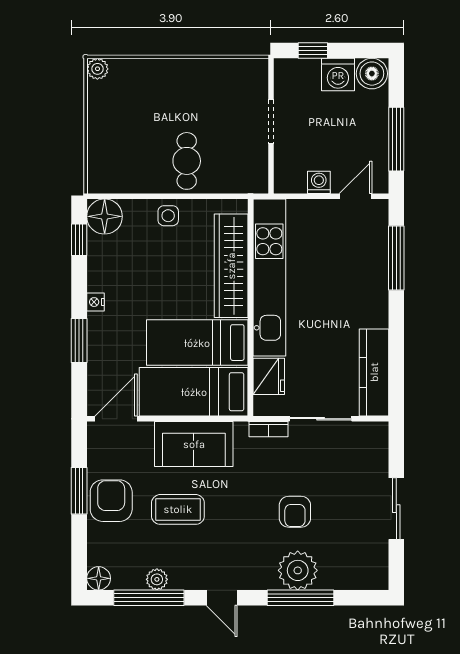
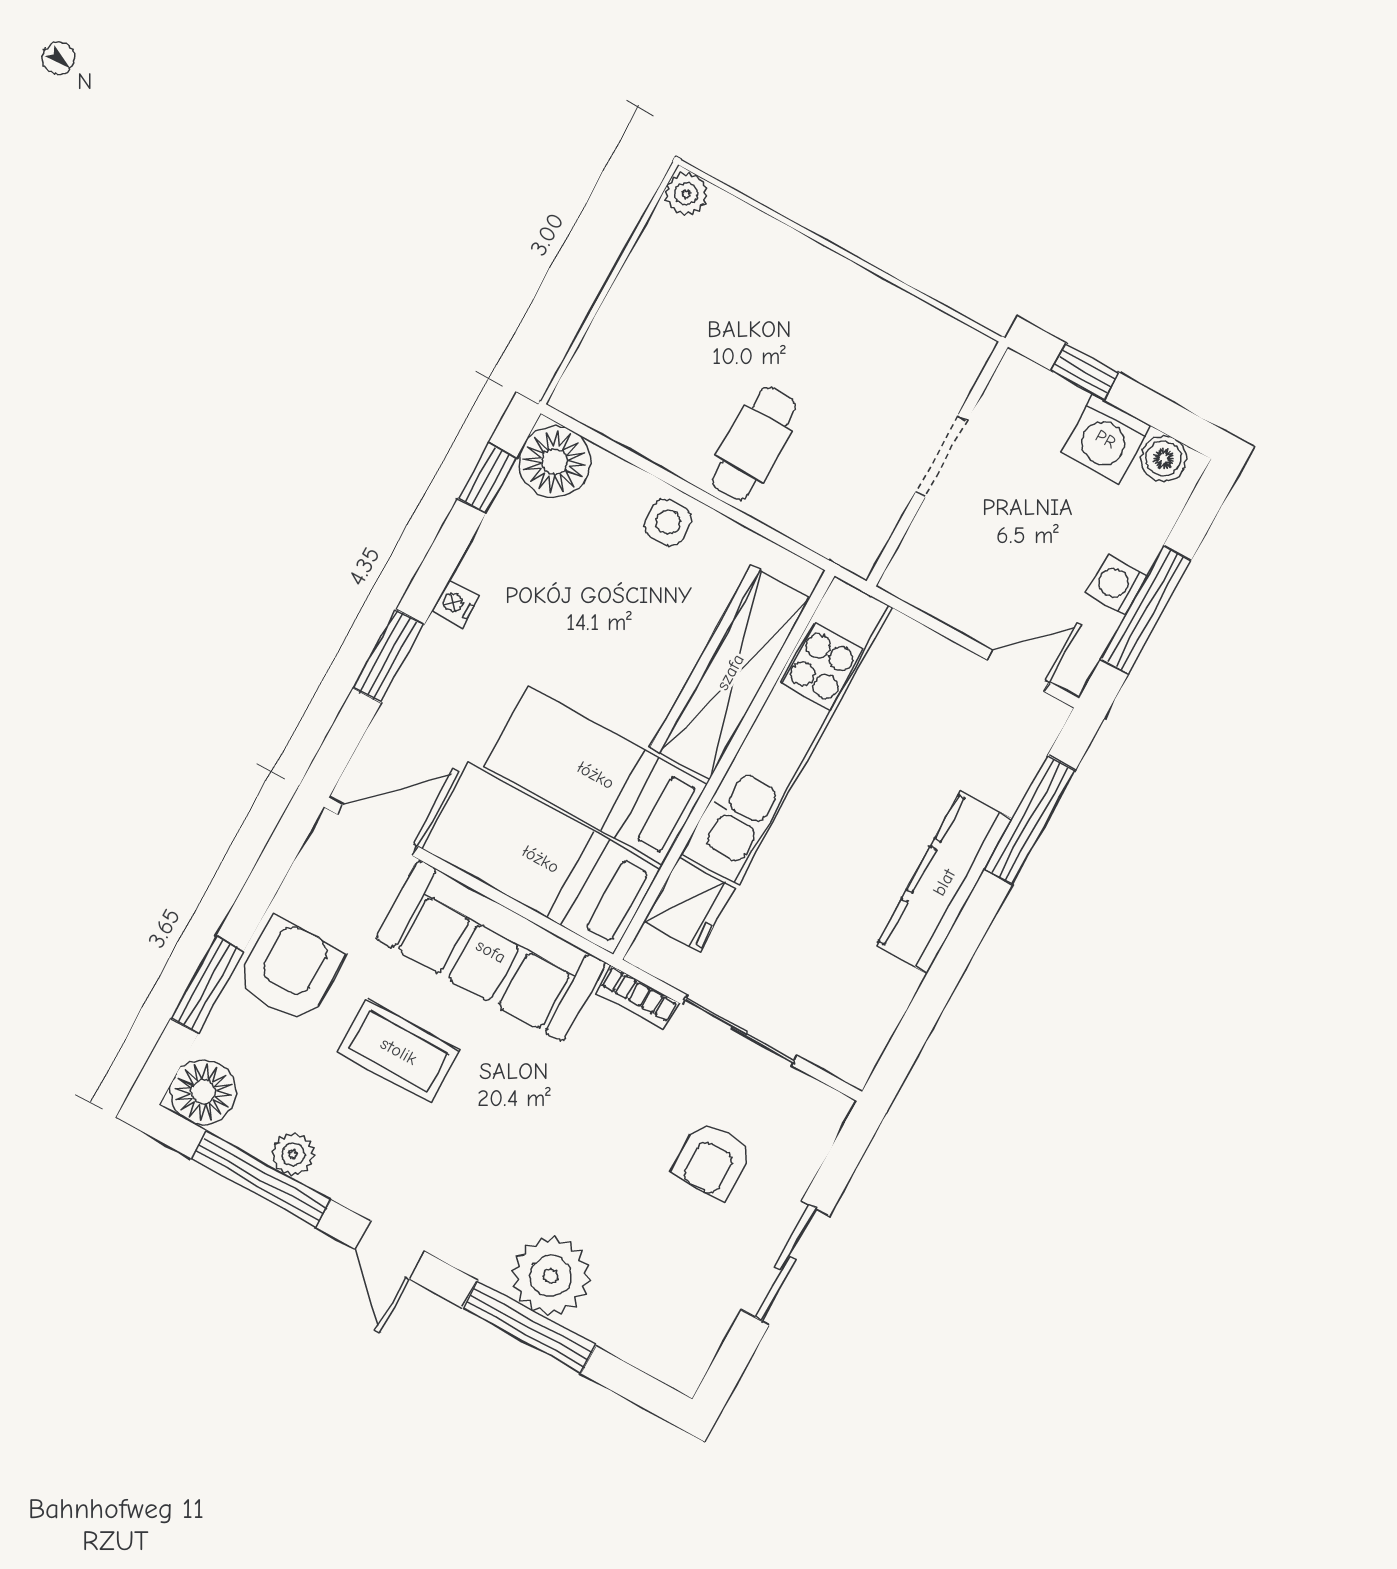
boiler: (372, 74) -> (1164, 459), width x0.73, depth x0.73
washing machine: (319, 182) -> (1116, 585), moved, turned -90
kitchen counter: (374, 372) -> (944, 882), moved
sofa: (194, 444) -> (491, 951), width x1.36
window: (79, 491) -> (207, 985), moved
armchair: (295, 512) -> (712, 1160), moved
floor lamp: (99, 578) -> (203, 1092), width x1.38, depth x1.38

